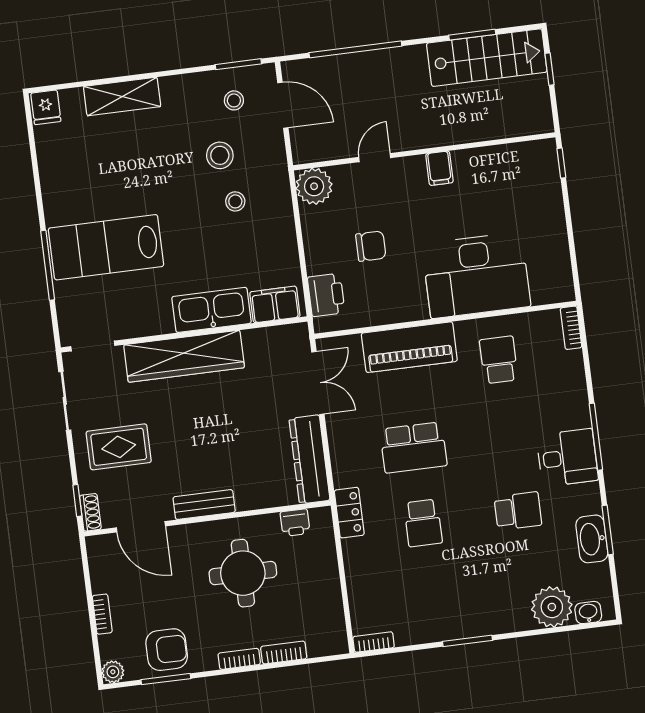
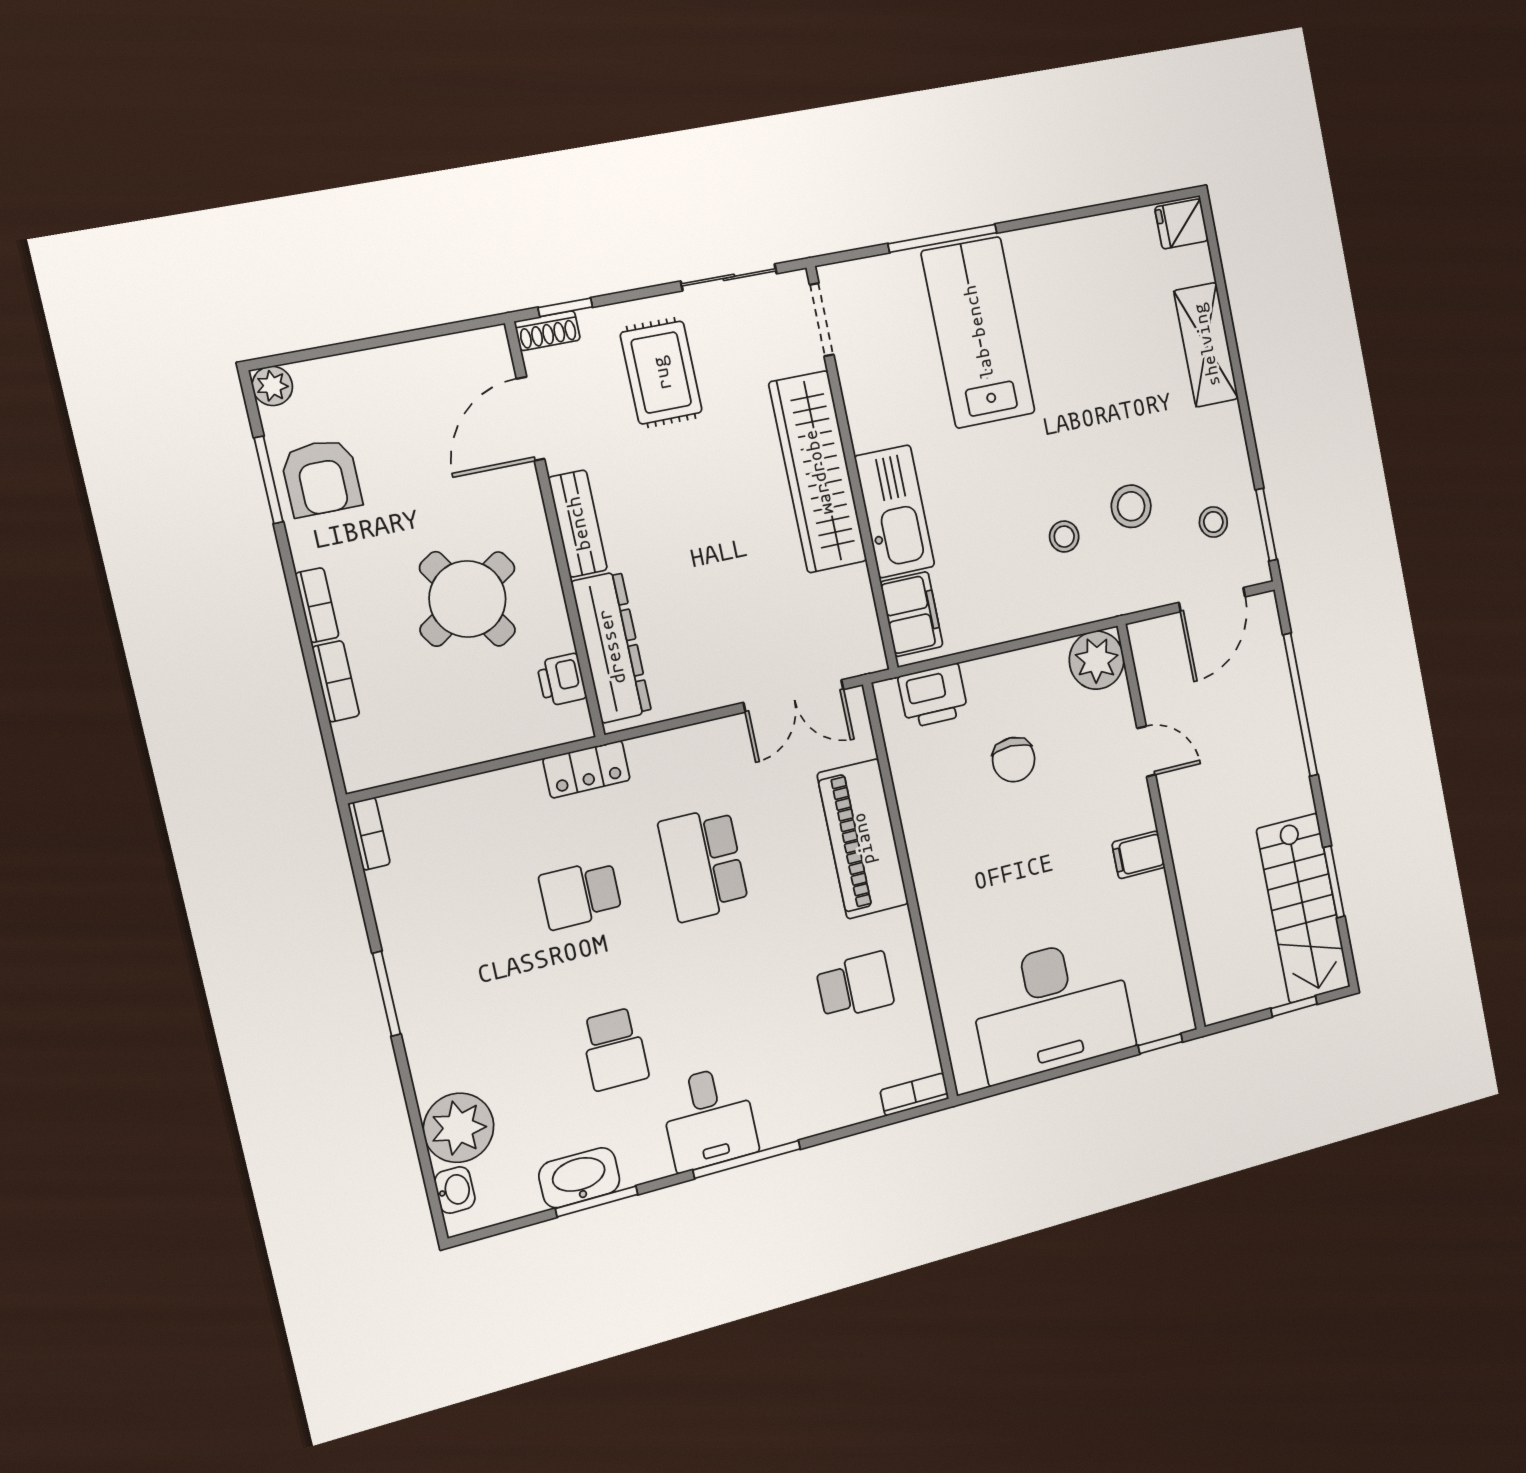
desk: (476, 275) -> (1052, 1009), moved, turned -90
dresser: (309, 459) -> (611, 647), moved, turned 90
round table: (243, 573) -> (467, 599), turned -33
bookcase: (102, 614) -> (373, 361), removed

